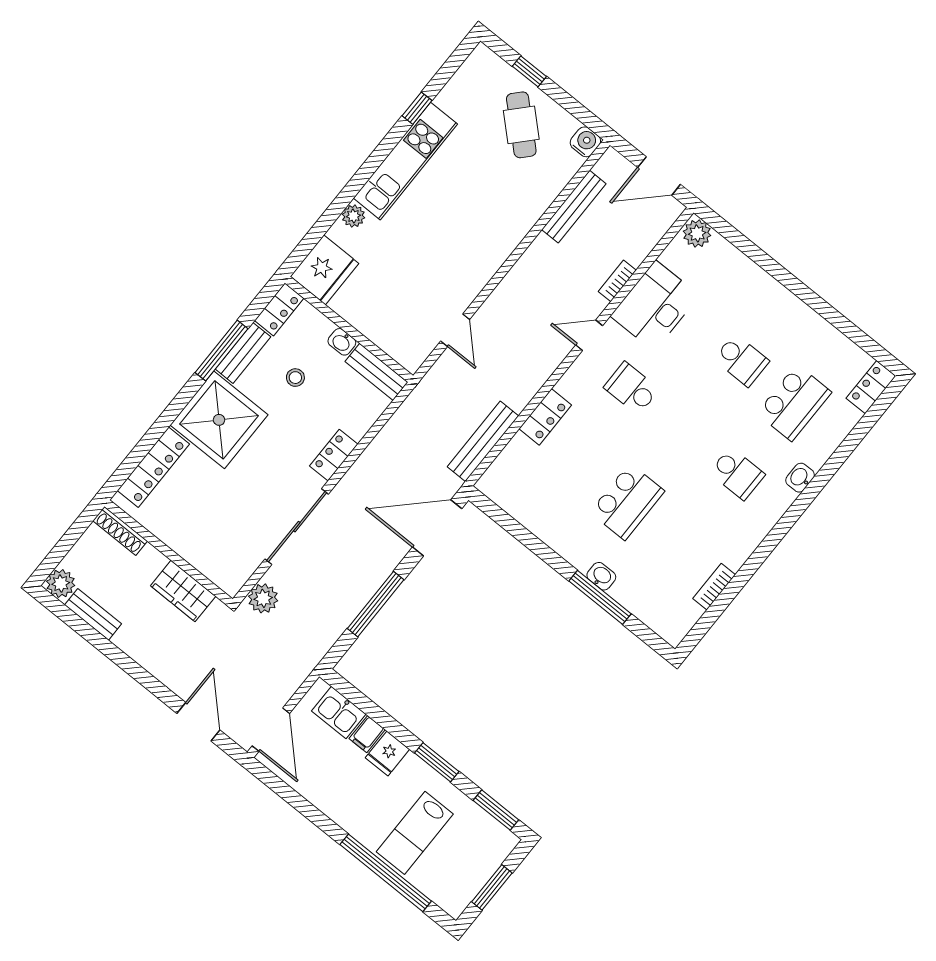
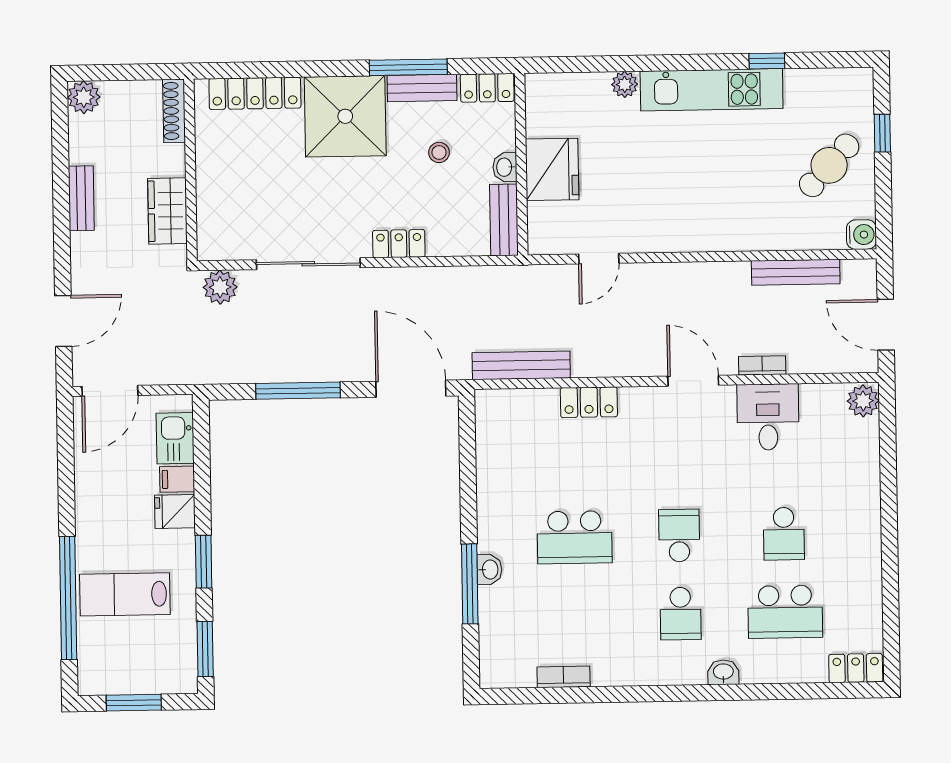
fridge: (324, 270) -> (552, 169), moved, turned -90
desk: (655, 306) -> (768, 417), width x0.73
door: (589, 335) -> (693, 381), width x1.38
school desk: (632, 388) -> (679, 535), moved
bench: (93, 614) -> (81, 198), moved

